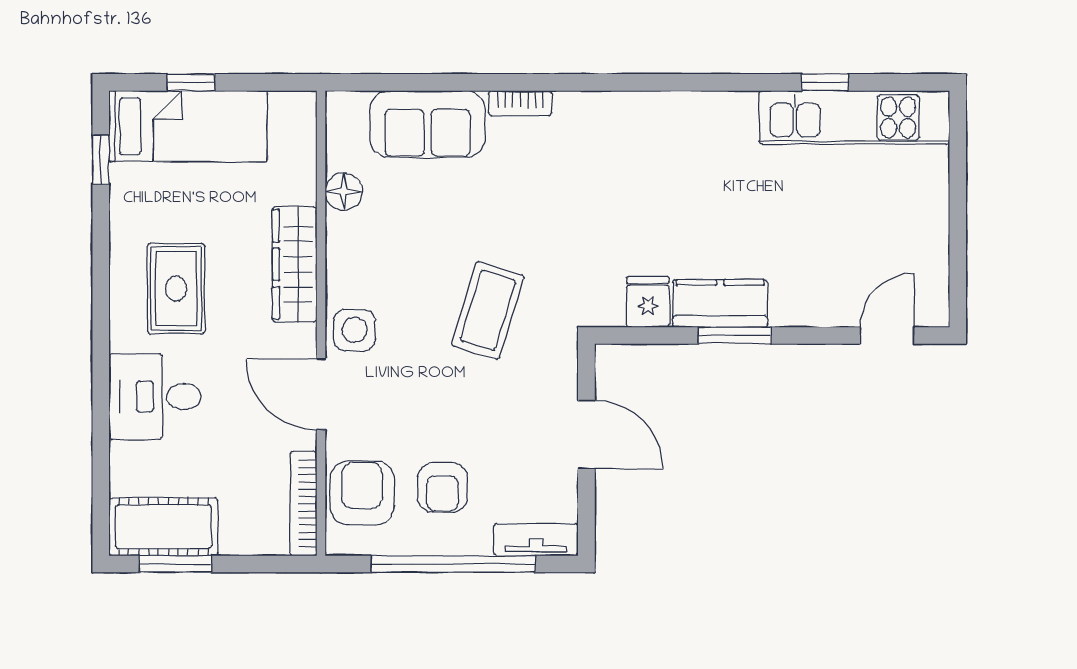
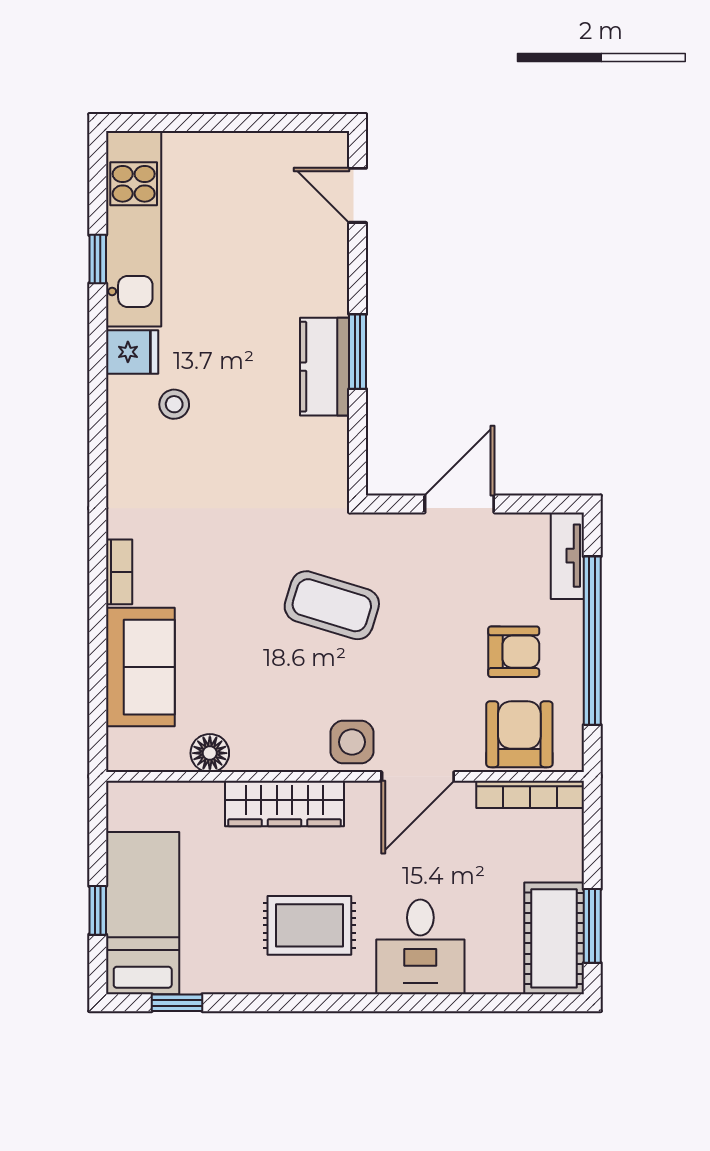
stool: (683, 157) -> (174, 404), added
fridge: (648, 302) -> (132, 352), moved, turned 180
armchair: (362, 493) -> (519, 734), turned 90

